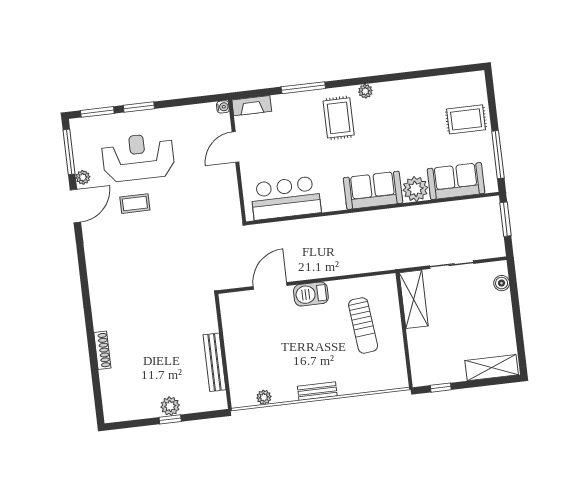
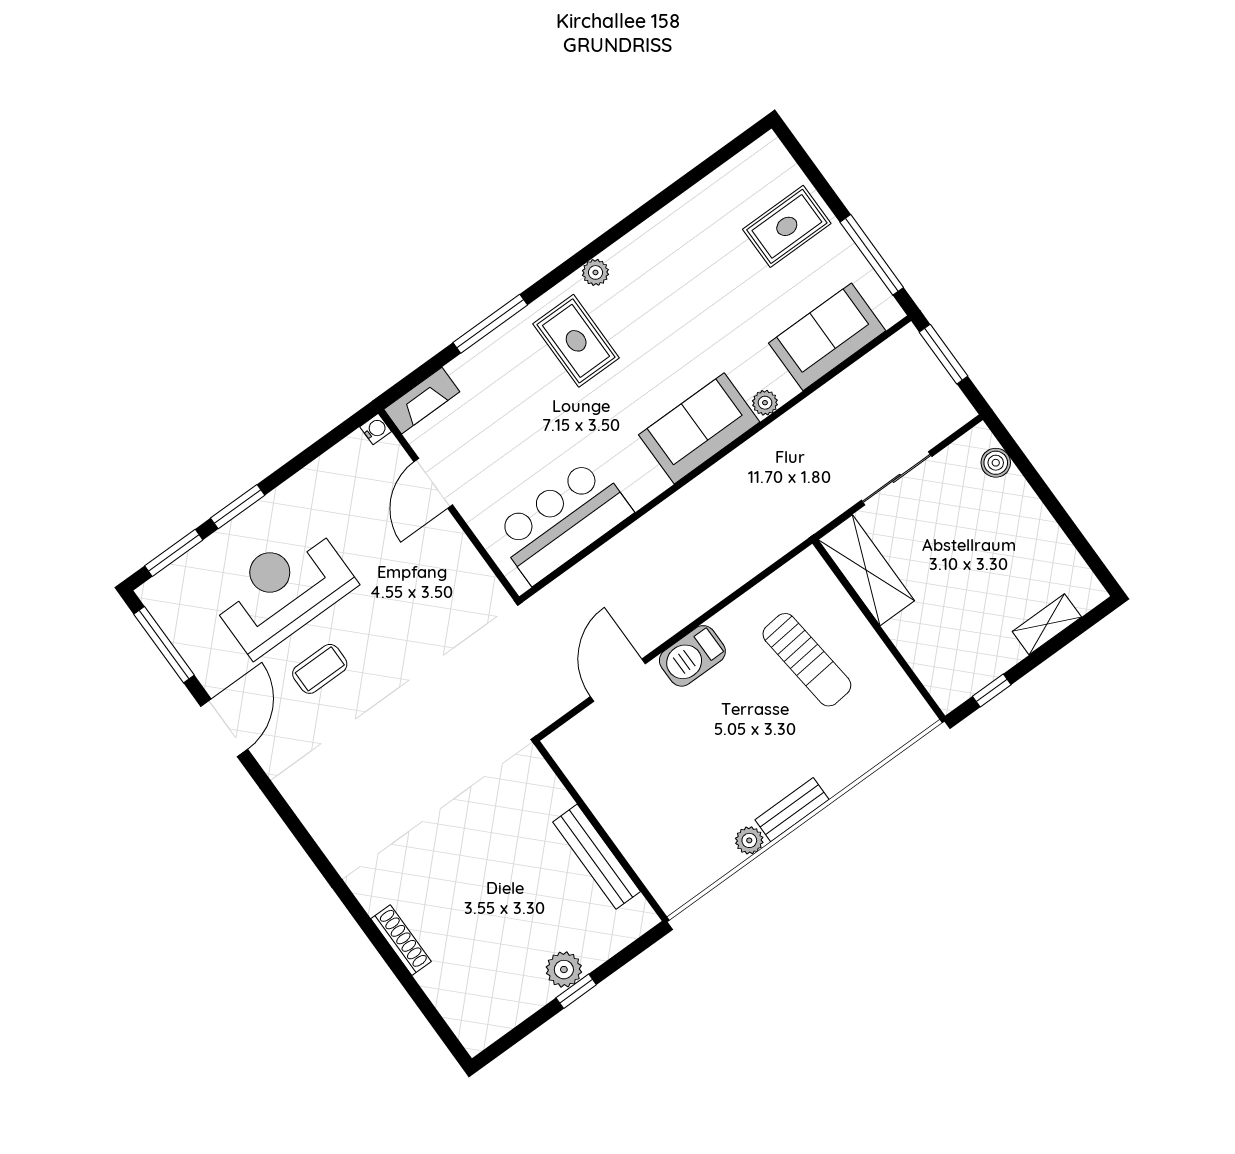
plant: (83, 177) -> (210, 674), removed
plant: (415, 189) -> (765, 403), width x0.53, depth x0.53
shelving: (492, 368) -> (1047, 624), width x0.67, depth x0.75
plant: (264, 397) -> (749, 840), moved

